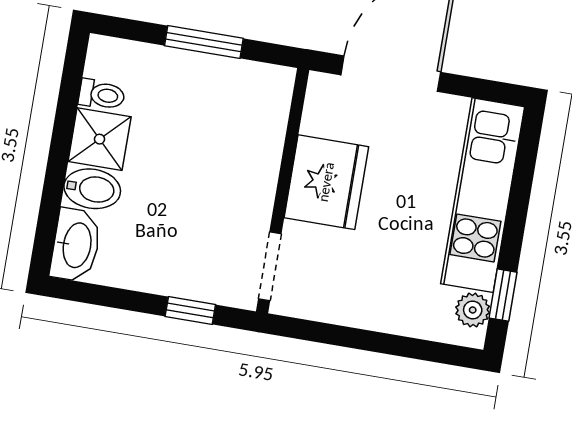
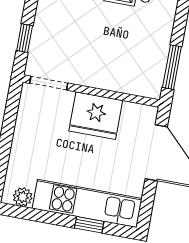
window: (204, 42) -> (172, 67), moved
window: (503, 295) -> (89, 225), moved

